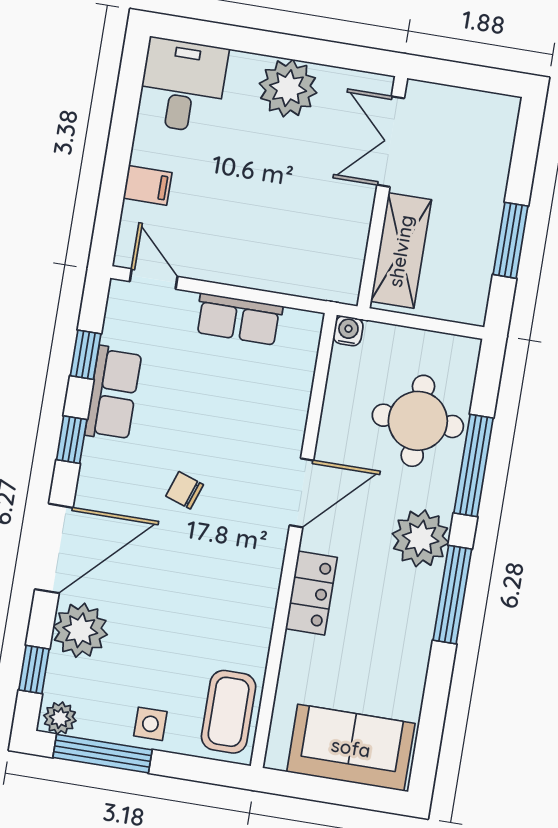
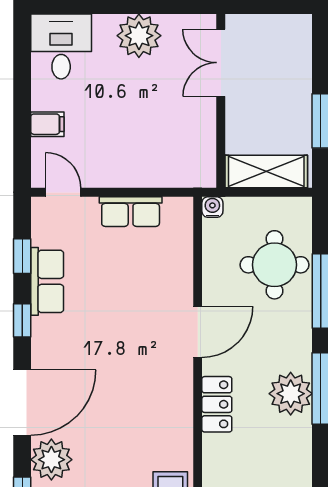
shelving: (401, 251) -> (266, 172), moved, turned 90
chair: (185, 490) -> (111, 344), removed
plant: (421, 538) -> (291, 394), moved

